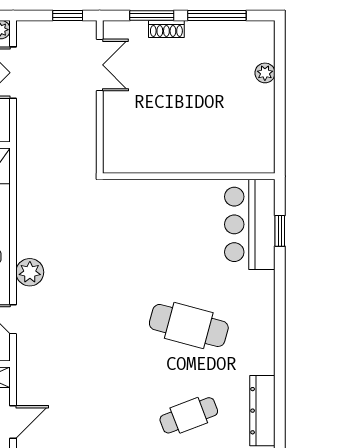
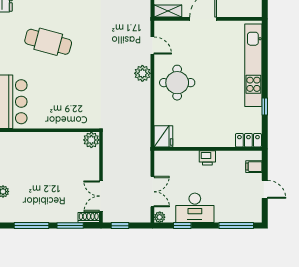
shoe rack: (166, 29) -> (89, 218), moved
plant: (116, 160) -> (91, 140), added

